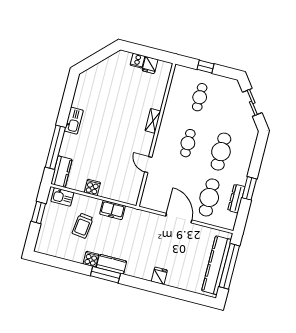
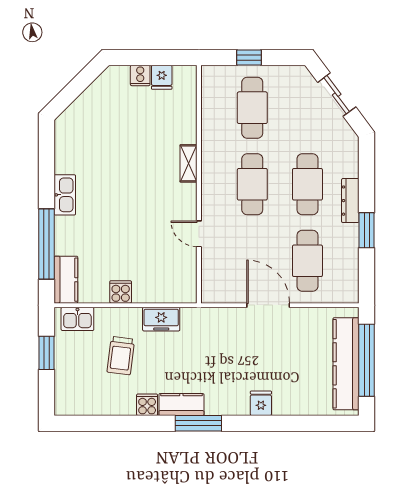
cafe table: (200, 97) -> (252, 108), width x1.37, depth x1.35
cafe table: (188, 143) -> (252, 184), width x1.37, depth x1.35
dresser: (236, 198) -> (350, 201), moved
window: (105, 275) -> (198, 423), moved

